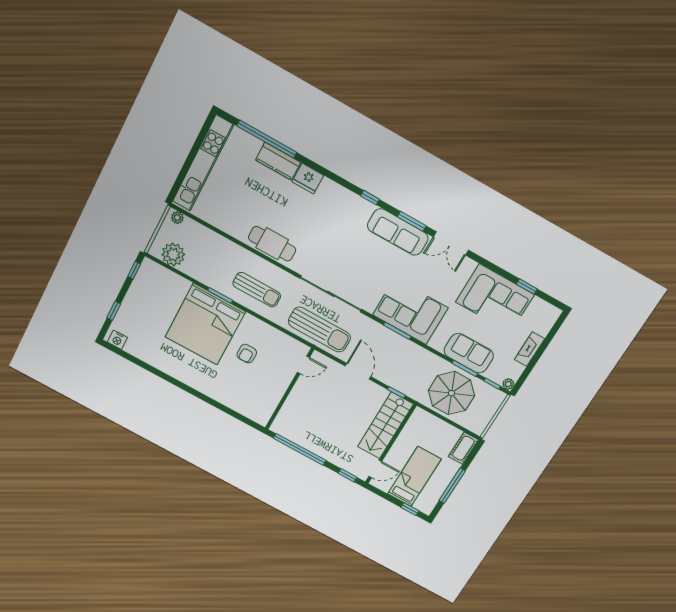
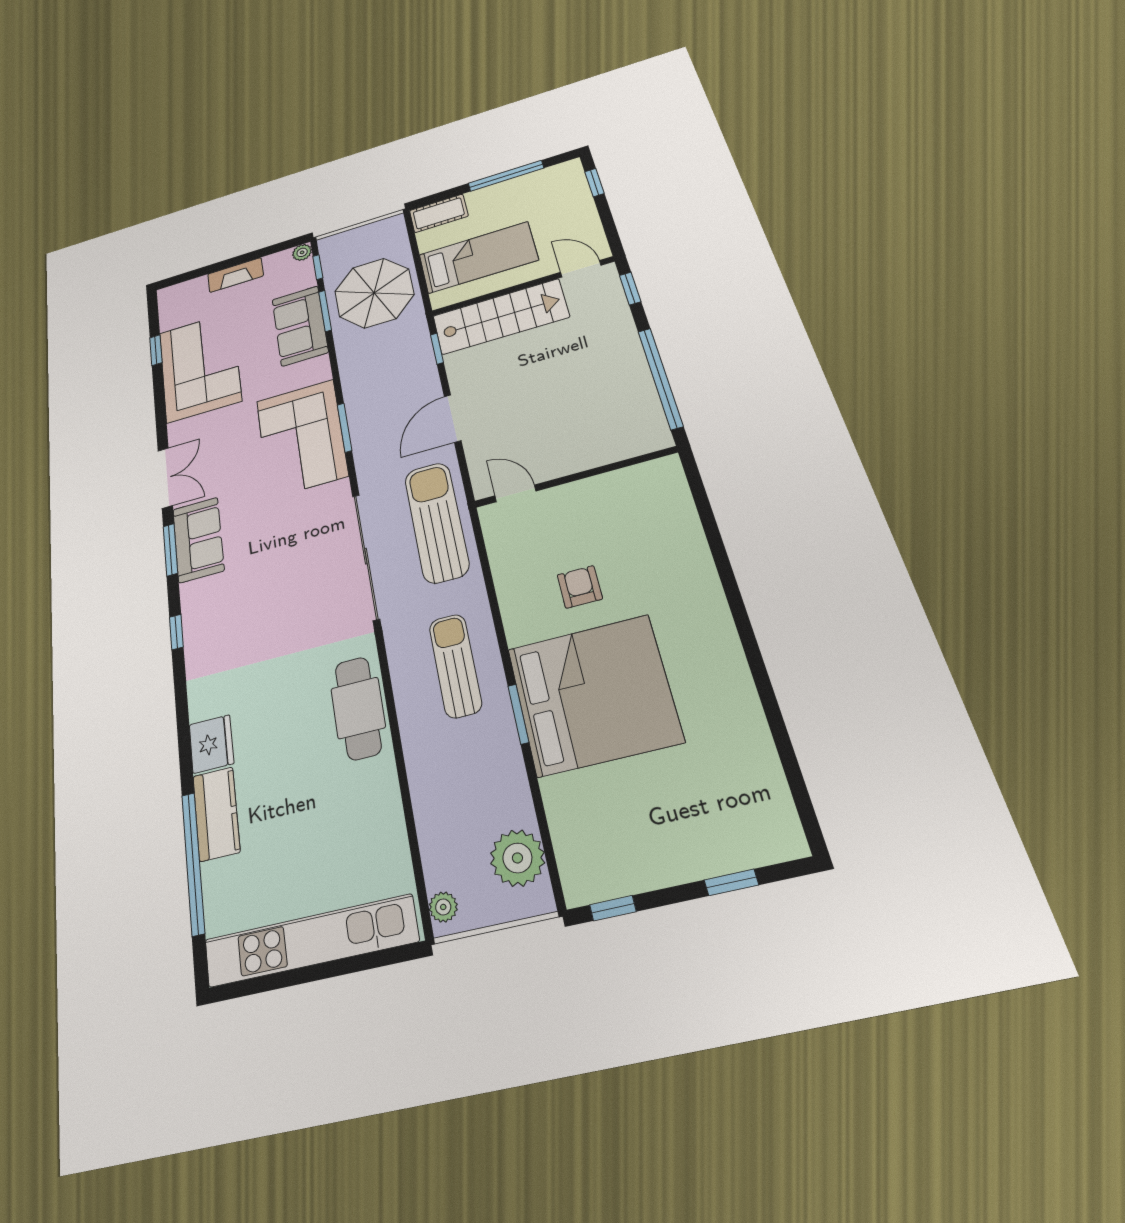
sofa: (398, 232) -> (198, 540), width x0.73
nightstand: (117, 340) -> (783, 827), removed
armchair: (247, 354) -> (580, 587), turned -90
bed: (414, 477) -> (478, 257), moved, turned 180

